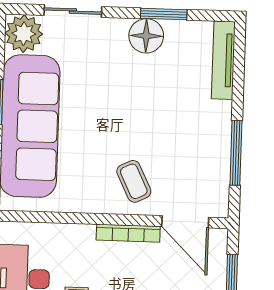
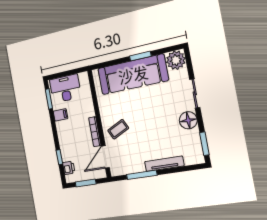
sliding door: (73, 11) -> (195, 93), moved
window: (164, 14) -> (204, 144), moved
tv unit: (223, 60) -> (164, 164), moved

